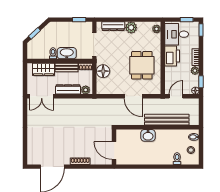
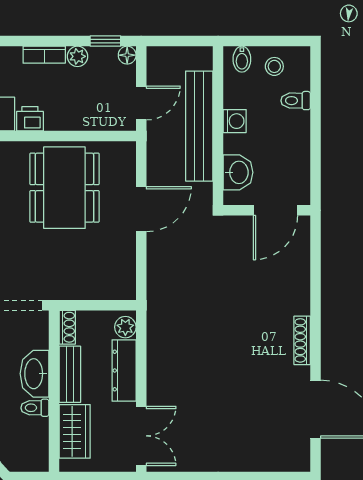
printer: (172, 56) -> (30, 119), width x0.53, depth x0.68
dining table: (142, 65) -> (64, 188), width x1.38
floor lamp: (103, 71) -> (79, 284), removed
door: (176, 96) -> (141, 103), swing flipped
washing machine: (169, 134) -> (235, 121), added
wall: (114, 147) -> (267, 210), moved
door: (114, 150) -> (275, 210), moved

